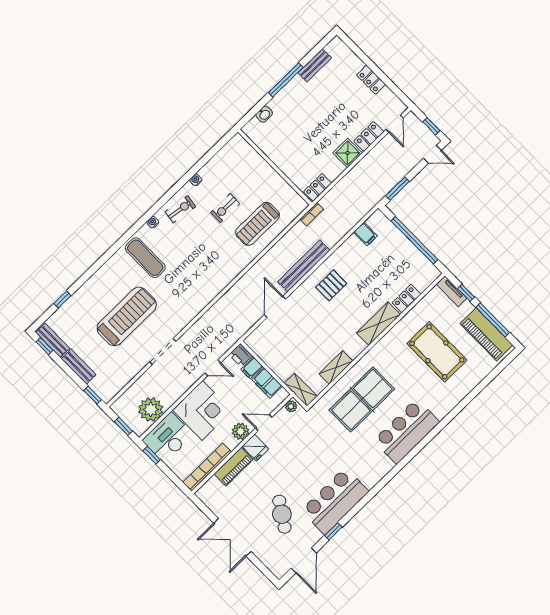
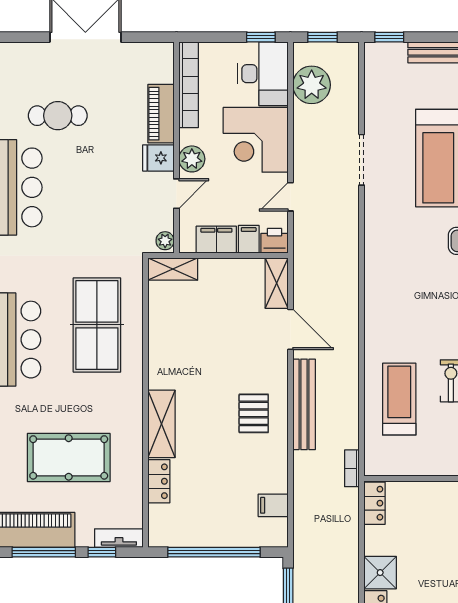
shelving: (336, 367) -> (277, 283), moved
cafe table: (282, 514) -> (58, 116), turned -33

